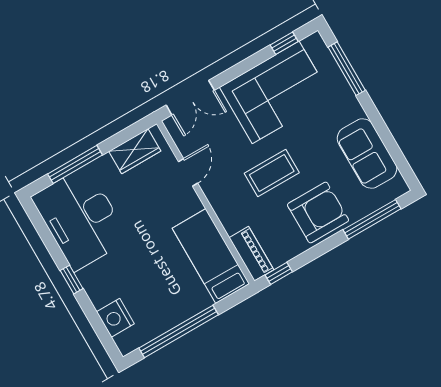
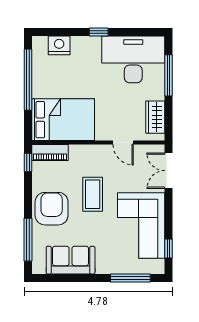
armchair: (318, 212) -> (52, 209), turned 180
bed: (211, 256) -> (63, 120), width x1.50

